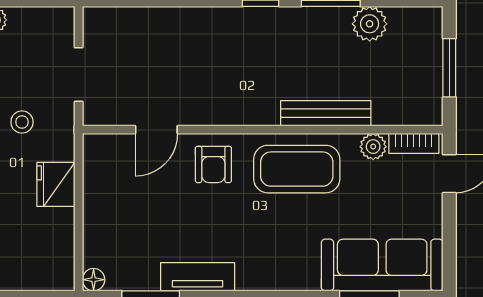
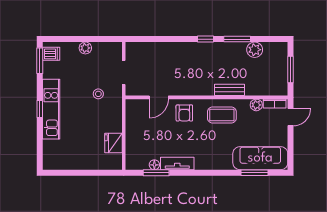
bench: (326, 113) -> (230, 90), width x0.73
coffee table: (297, 169) -> (222, 115), width x0.73, depth x0.76
fridge: (56, 184) -> (113, 143), moved
floor lamp: (94, 280) -> (154, 165), moved

